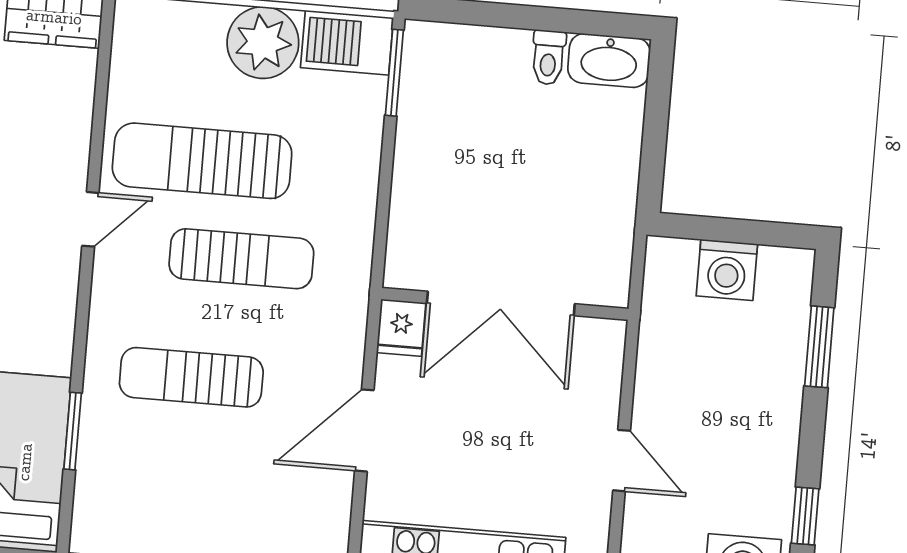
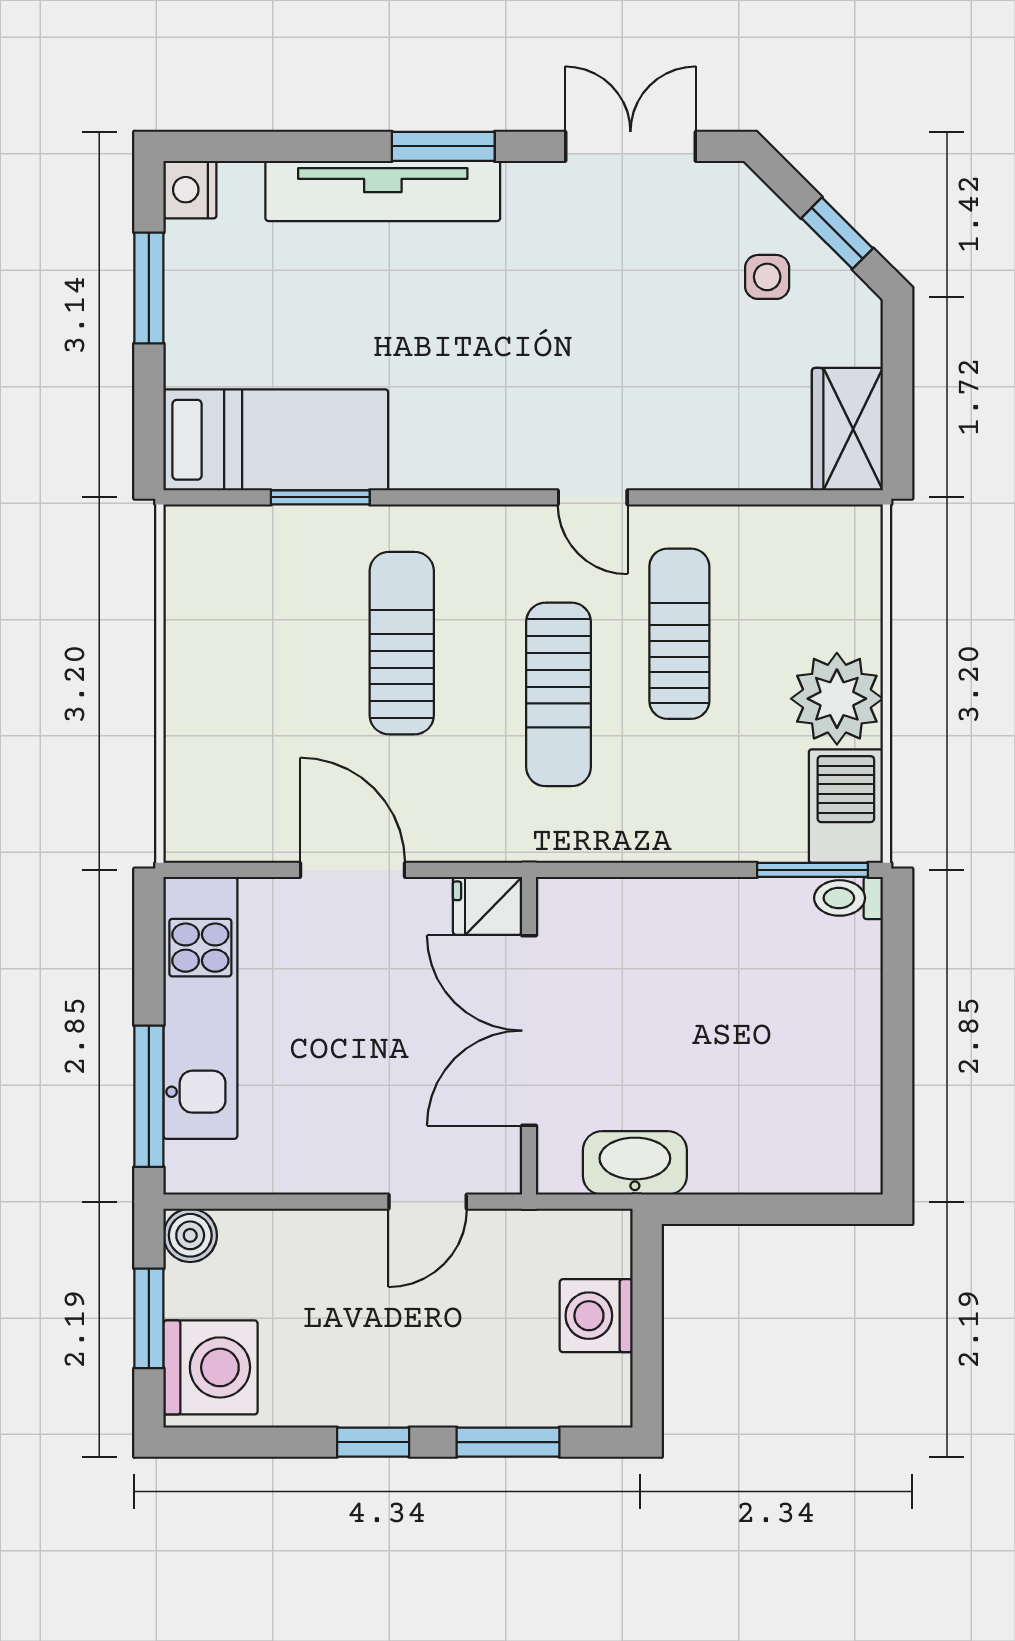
toilet: (548, 57) -> (848, 898), moved
washbasin: (609, 60) -> (635, 1163), moved, turned 90
sun lounger: (202, 161) -> (679, 634), width x0.73, depth x0.75
door: (622, 461) -> (428, 1202), moved
window: (805, 516) -> (373, 1442), moved

